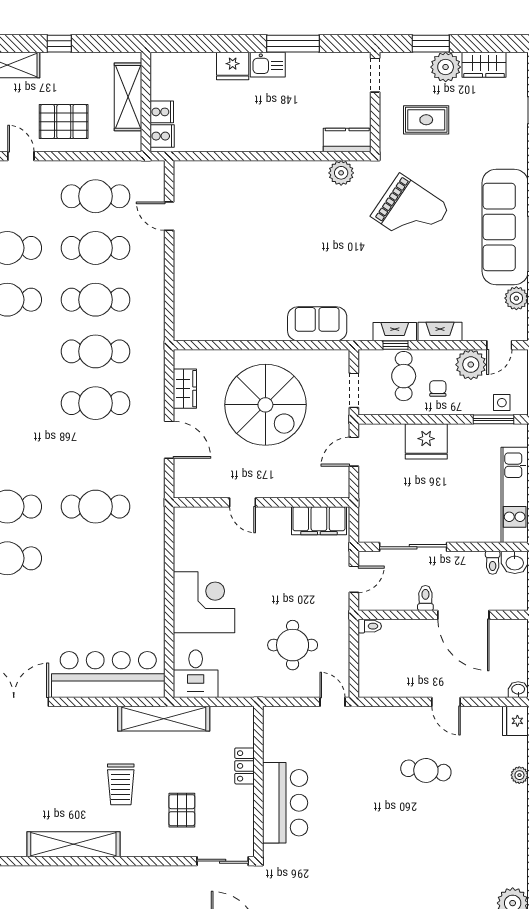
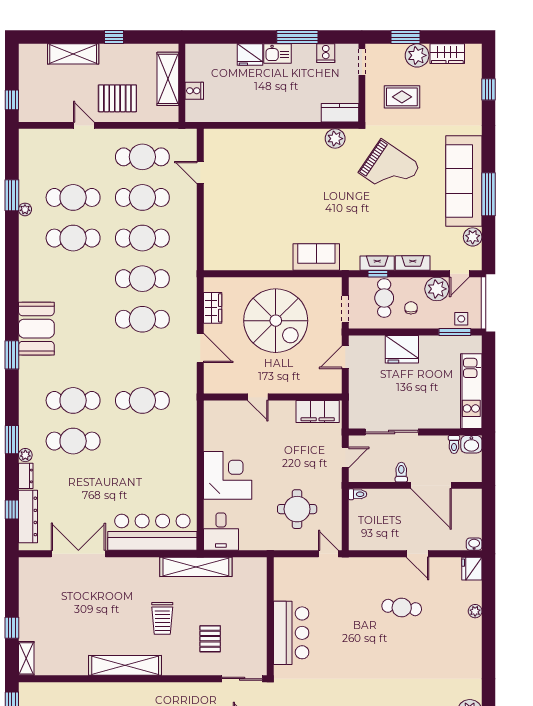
cooker: (162, 136) -> (326, 53), moved, turned 90
locker: (244, 766) -> (259, 604), removed

